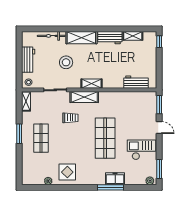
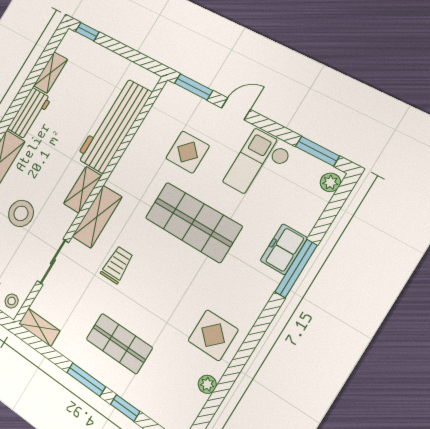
workbench: (136, 82) -> (114, 125), width x1.88, depth x1.32
display table: (131, 119) -> (188, 152), added
window: (19, 156) -> (125, 408), added

